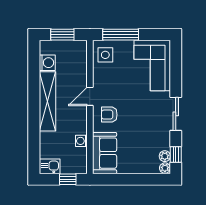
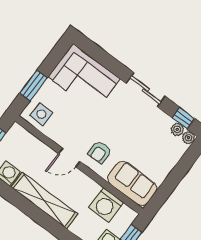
window: (121, 35) -> (33, 86), width x0.69
door: (90, 96) -> (69, 157), hinge flipped
washing machine: (81, 141) -> (106, 205), width x1.89, depth x1.89

